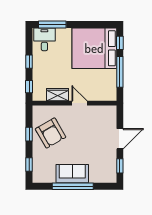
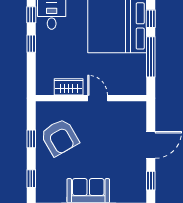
window: (29, 87) -> (31, 15), moved

